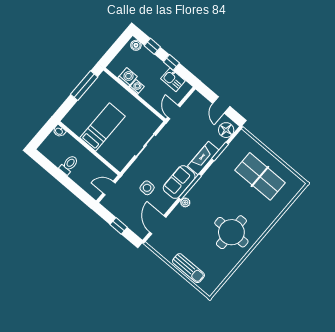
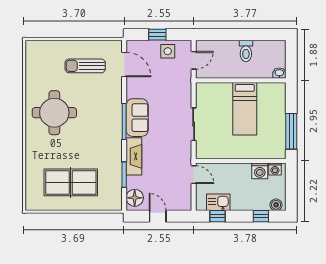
window: (171, 62) -> (217, 216), moved
washing machine: (137, 87) -> (275, 169), moved
side table: (147, 188) -> (168, 51), moved
plant: (185, 202) -> (117, 104), removed
sun lounger: (188, 268) -> (85, 66), moved

